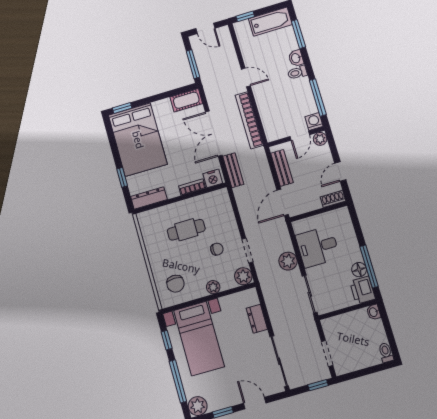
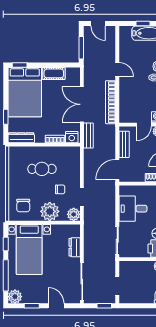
window: (245, 16) -> (143, 24), moved
cot: (186, 100) -> (54, 73), moved
plant: (288, 261) -> (109, 213), removed
plant: (213, 287) -> (50, 211), width x1.88, depth x1.88

